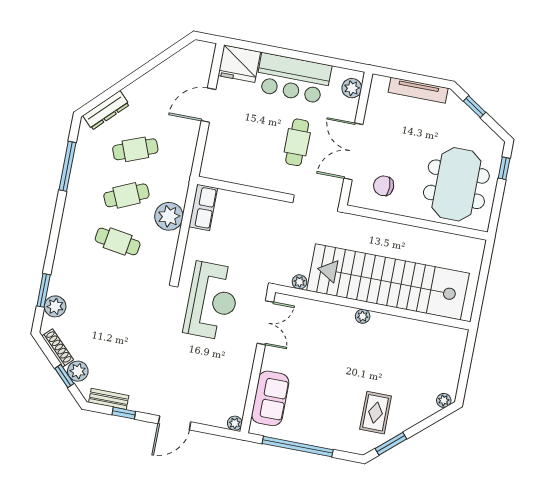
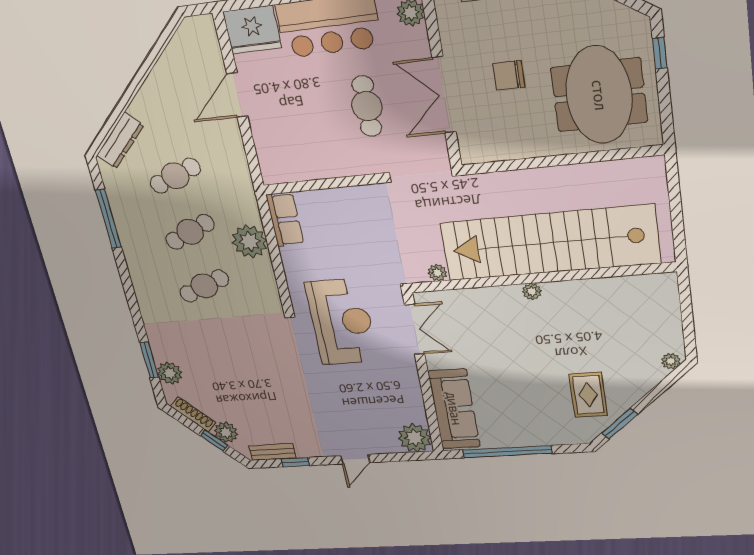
chair: (384, 186) -> (509, 75), moved
cafe table: (118, 241) -> (204, 286), turned -30
sofa: (270, 398) -> (454, 409), width x1.36
door: (174, 423) -> (355, 459), width x0.73
plant: (235, 423) -> (415, 438), width x1.87, depth x1.87

